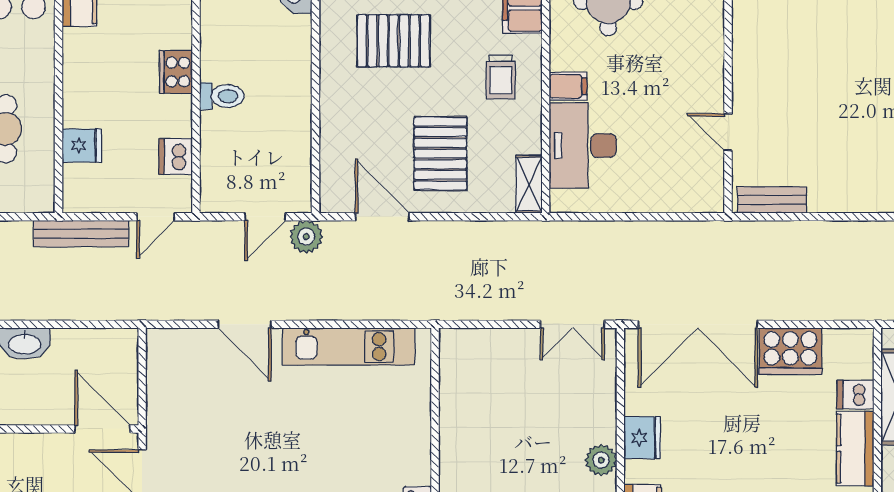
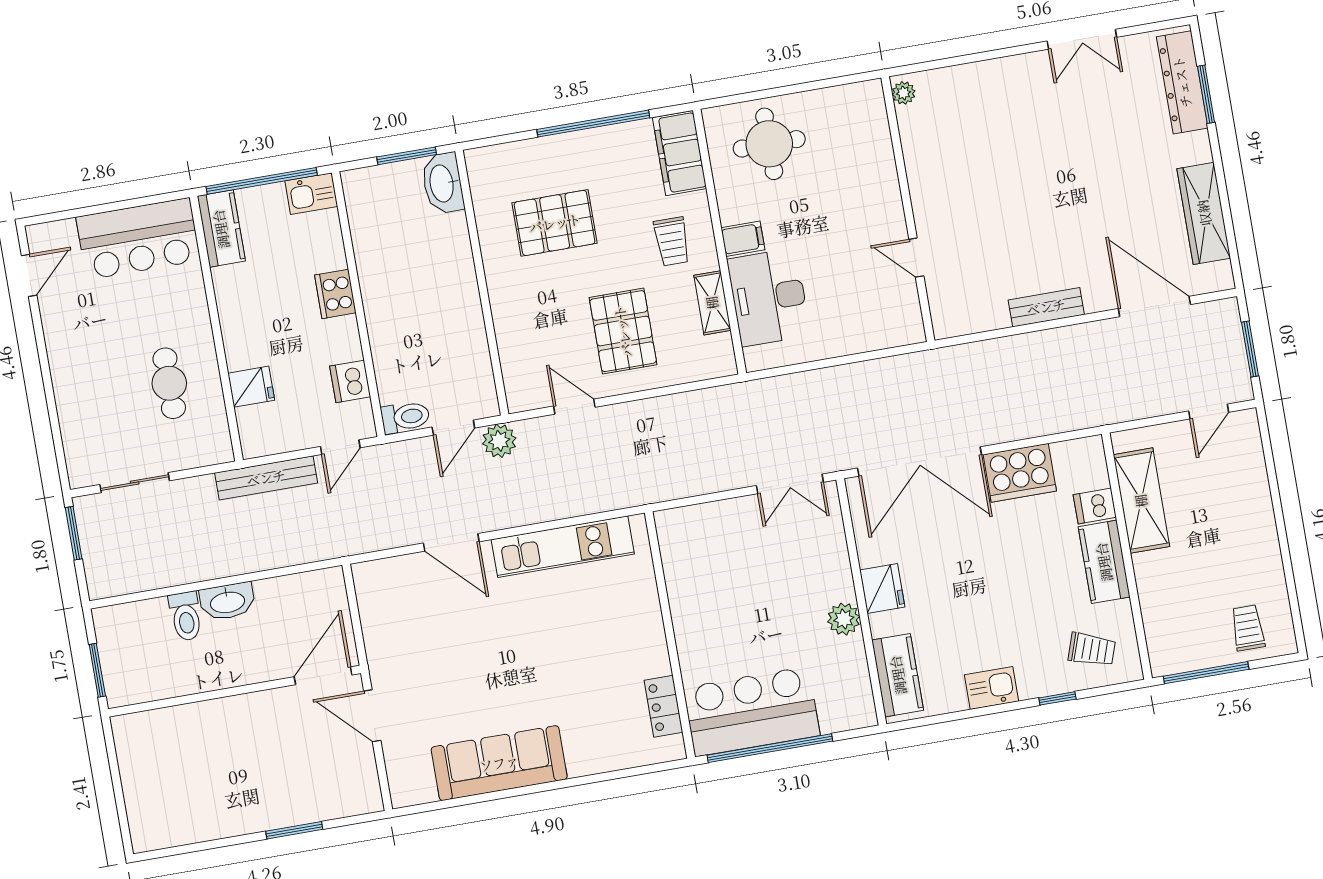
toilet: (222, 96) -> (405, 417), moved
shelving: (529, 184) -> (712, 303), moved
bench: (772, 200) -> (1046, 307), moved
door: (382, 217) -> (574, 407), width x0.73
door: (102, 429) -> (323, 676), hinge flipped

